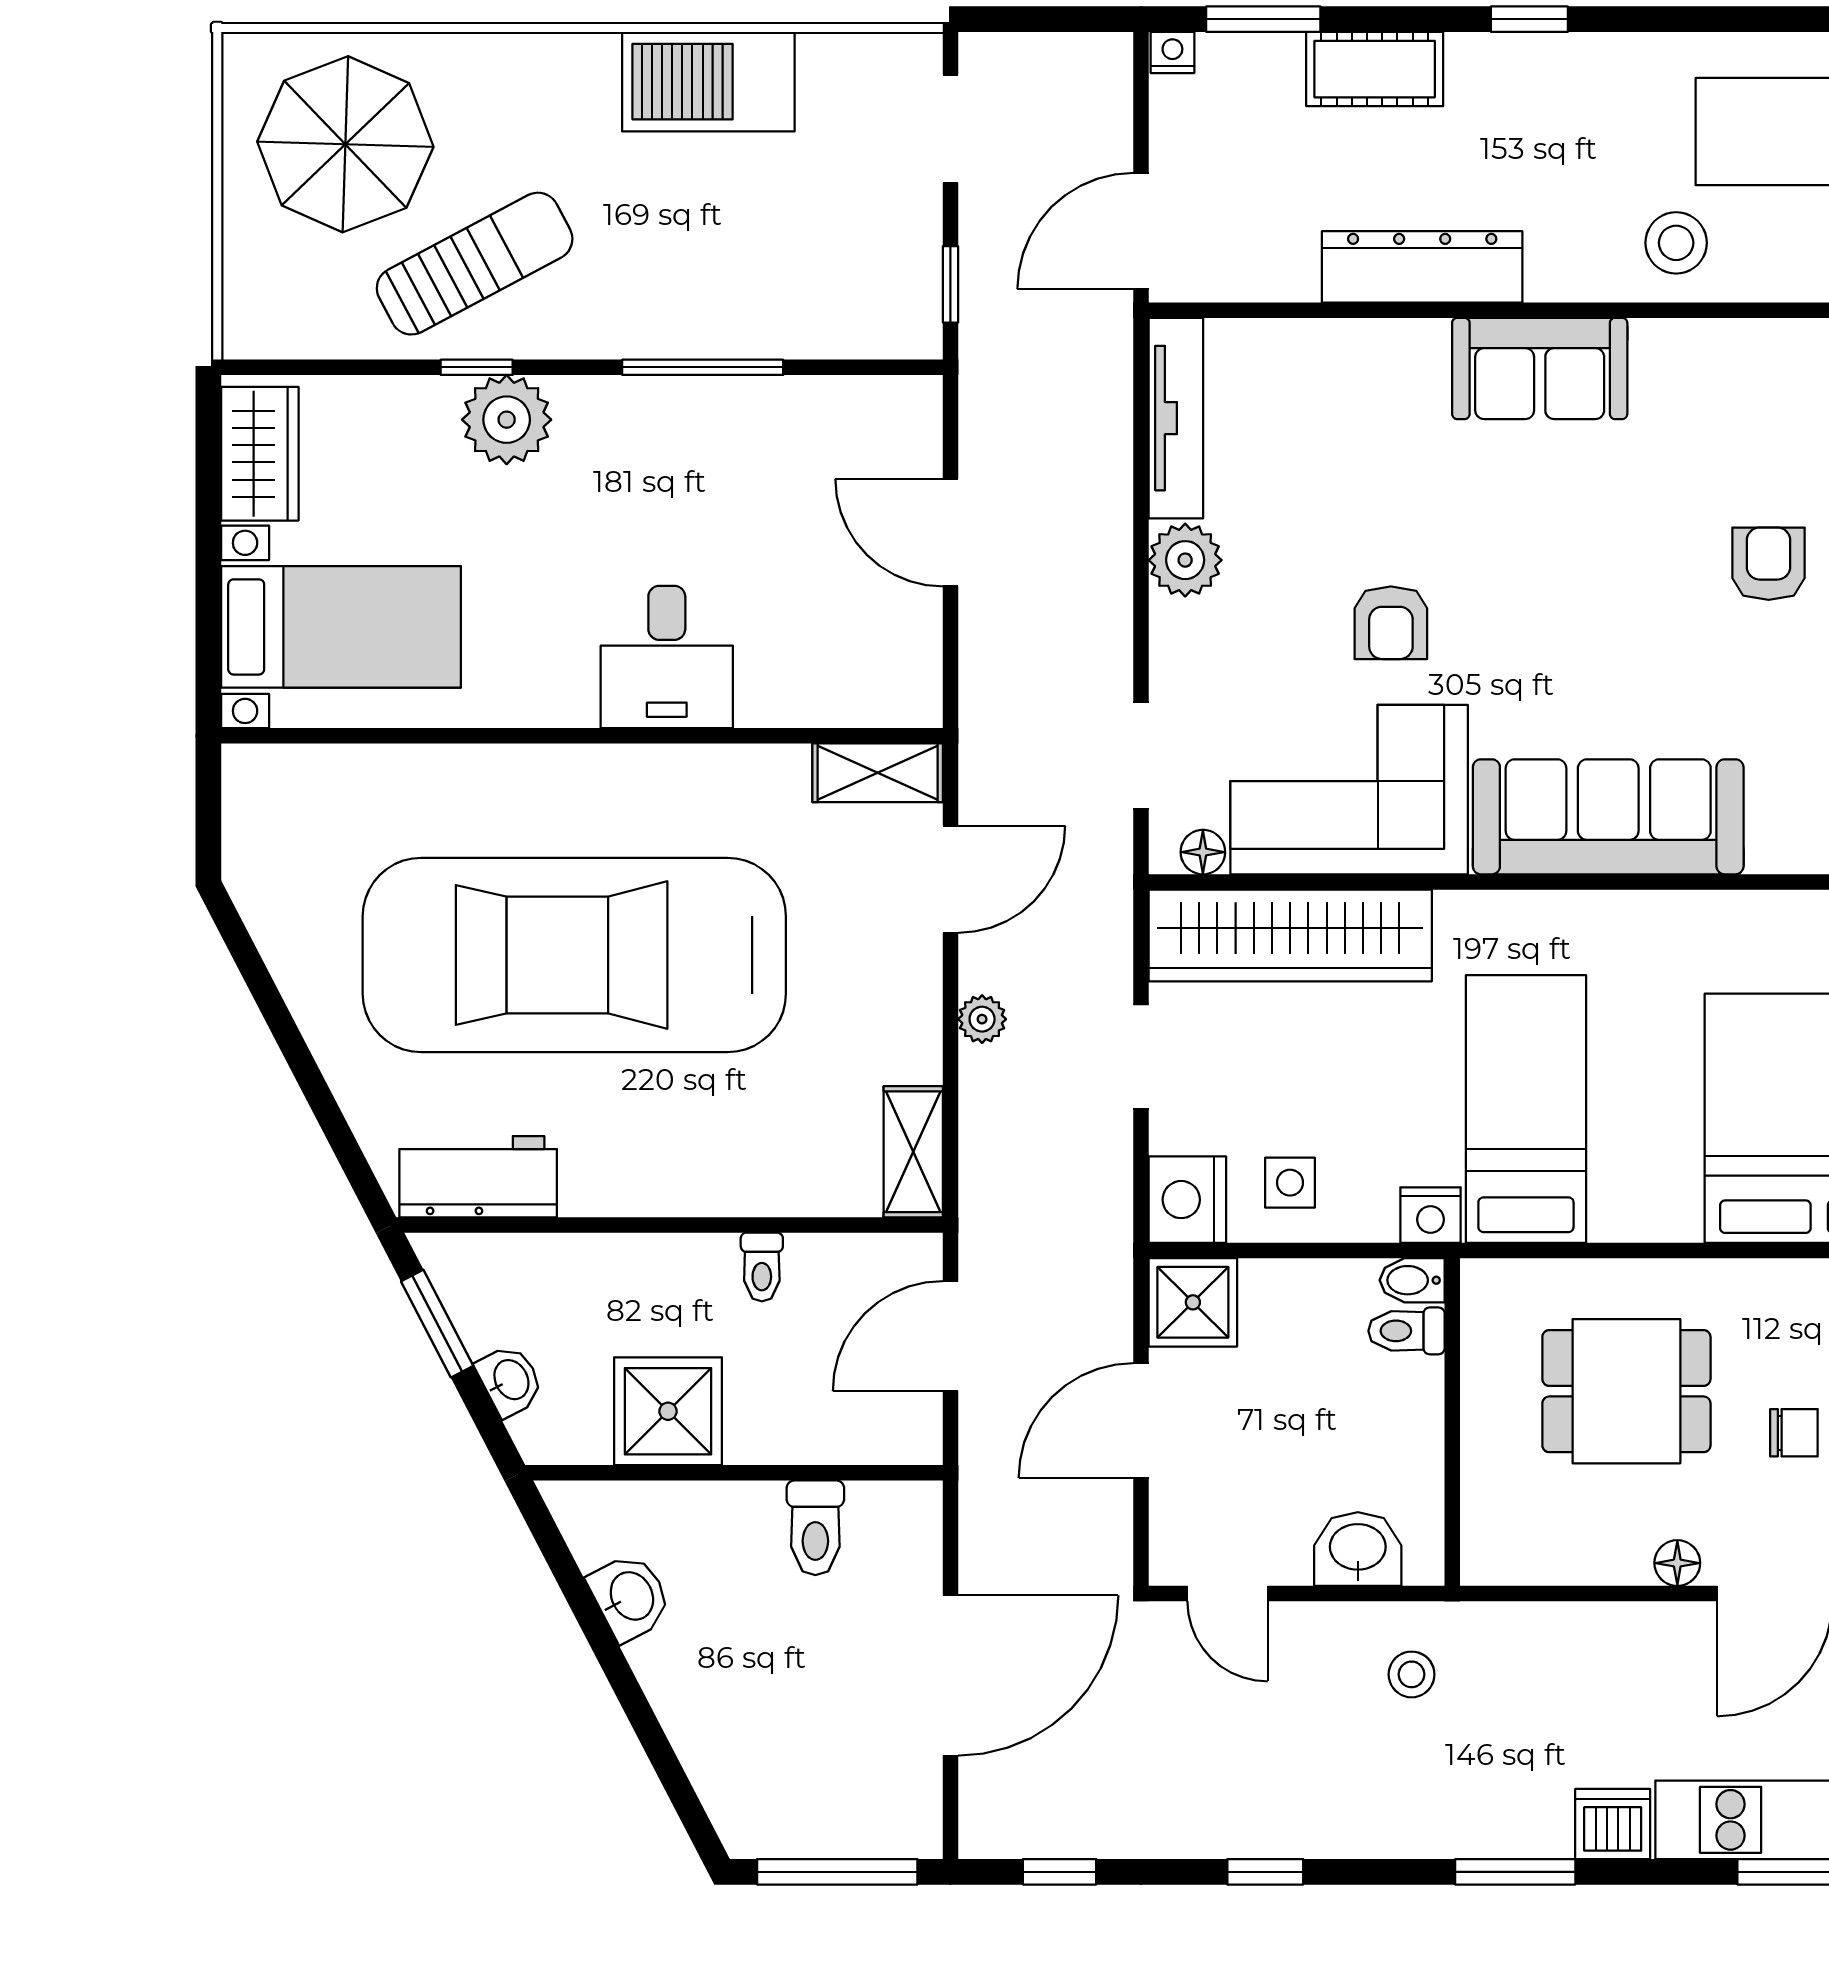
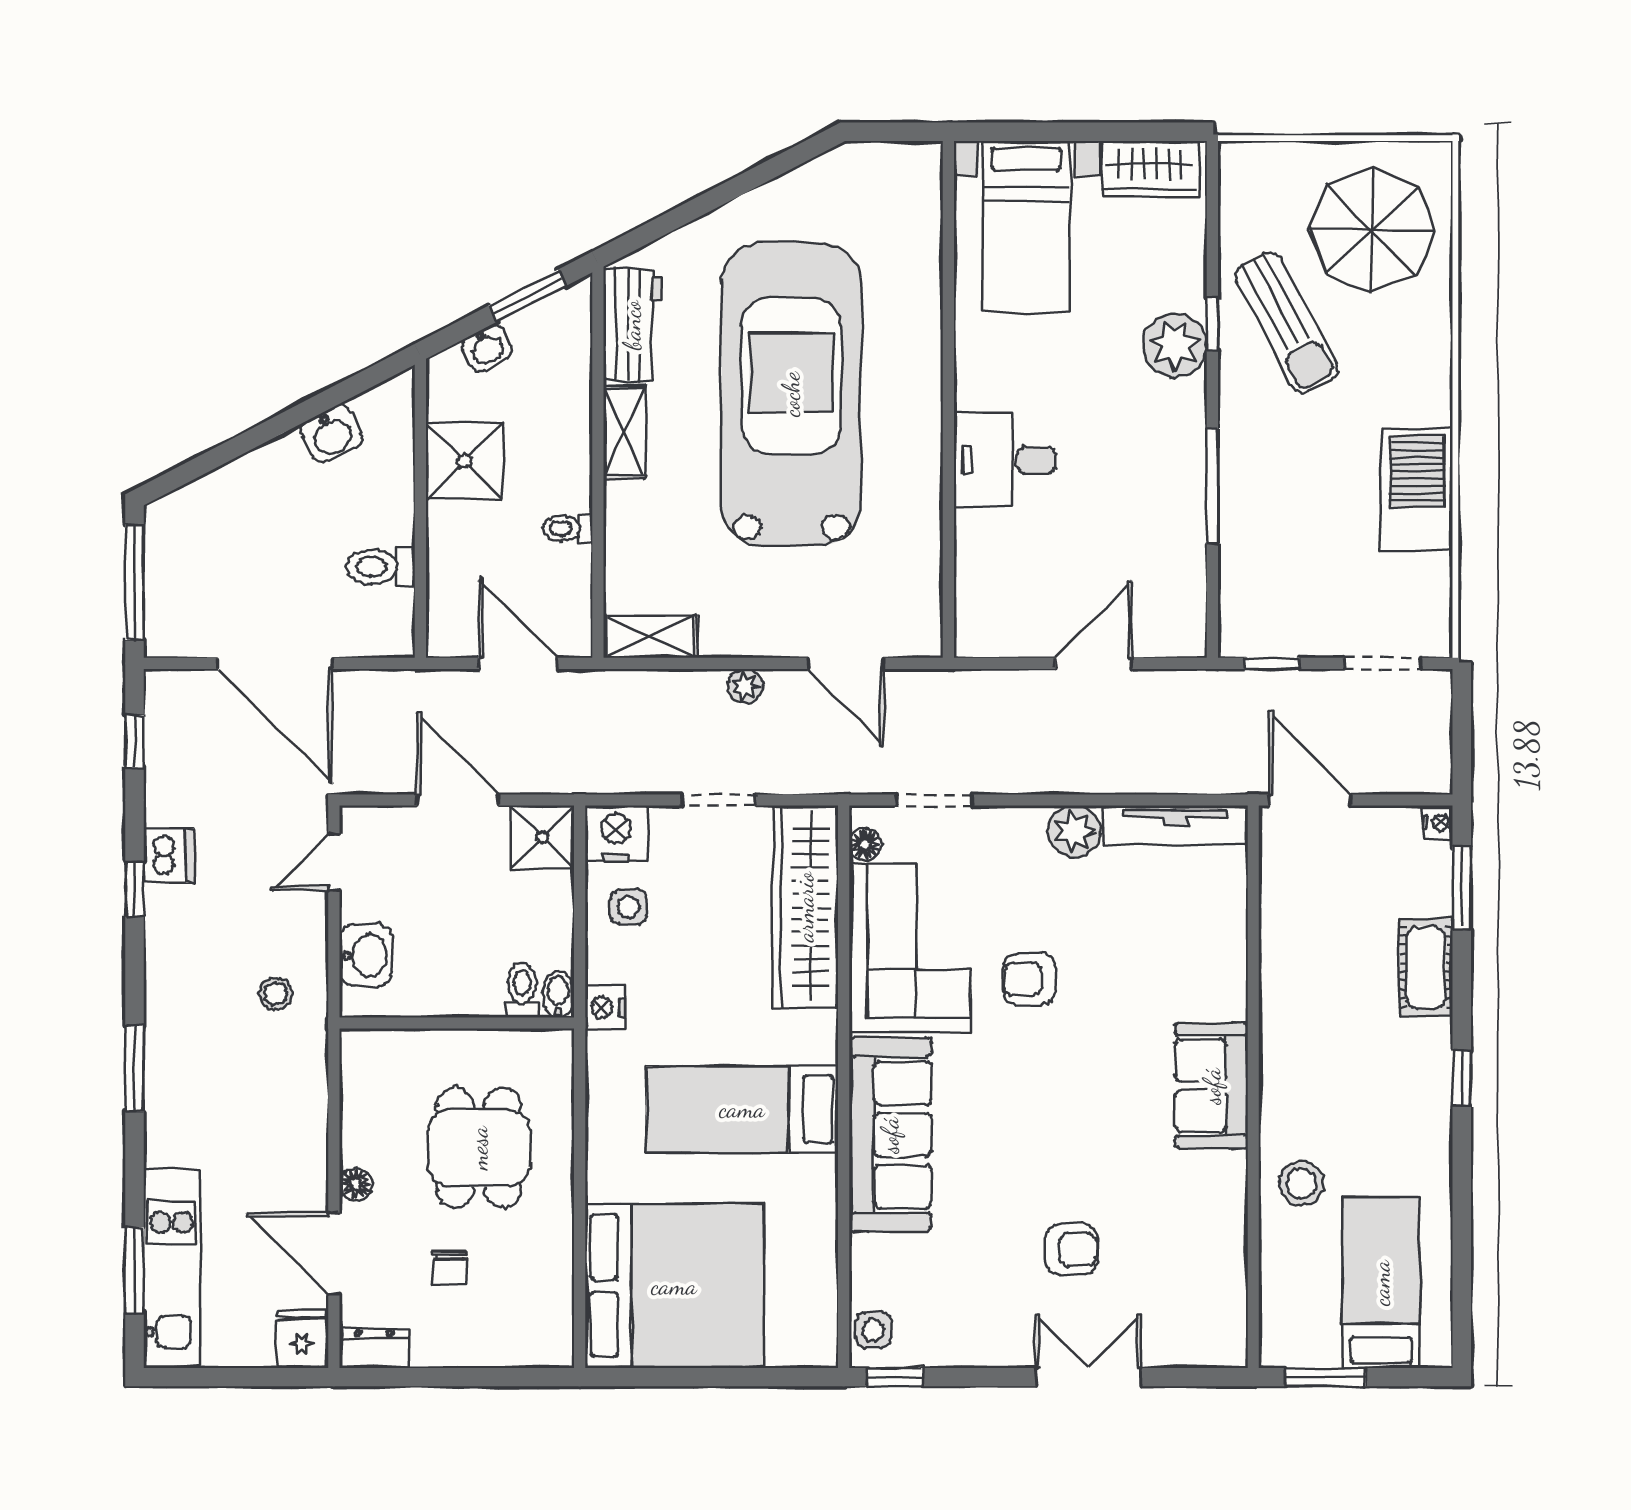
dresser: (1422, 267) -> (1284, 1001), removed
shelving: (878, 773) -> (624, 432), moved
bed: (1526, 1109) -> (742, 1109), moved, turned 180
dishwasher: (1613, 1824) -> (169, 856), moved

